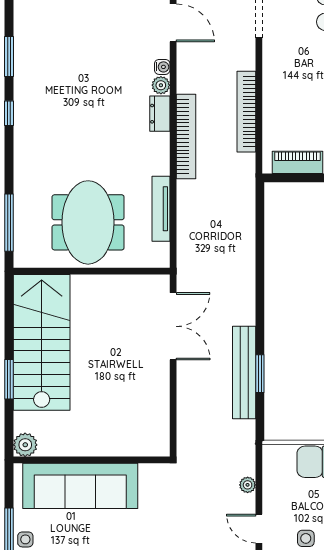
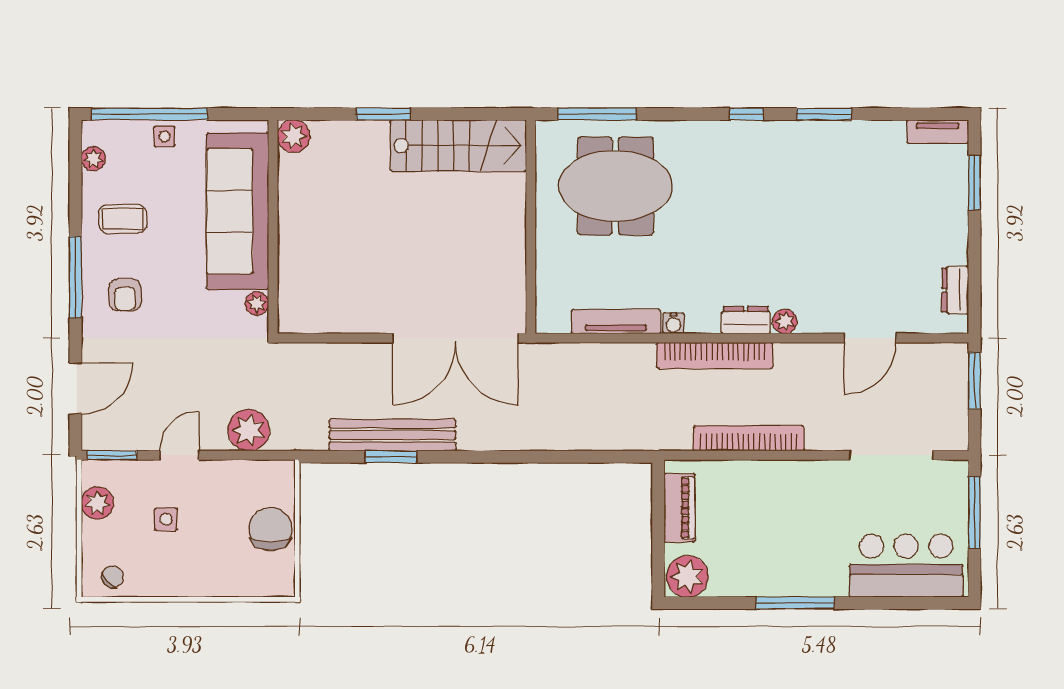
water cooler: (162, 67) -> (673, 323), moved
meeting table: (88, 222) -> (615, 186), moved
double door: (173, 326) -> (456, 338), width x1.36
stairs: (42, 342) -> (458, 146), width x0.73, depth x0.66
plant: (148, 472) -> (257, 304), added
plant: (248, 485) -> (249, 430), width x1.88, depth x1.88

